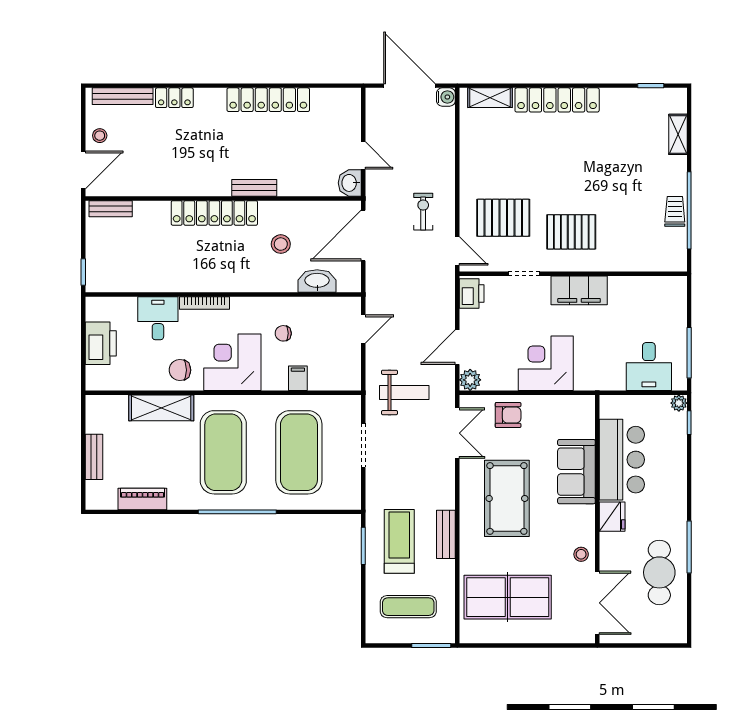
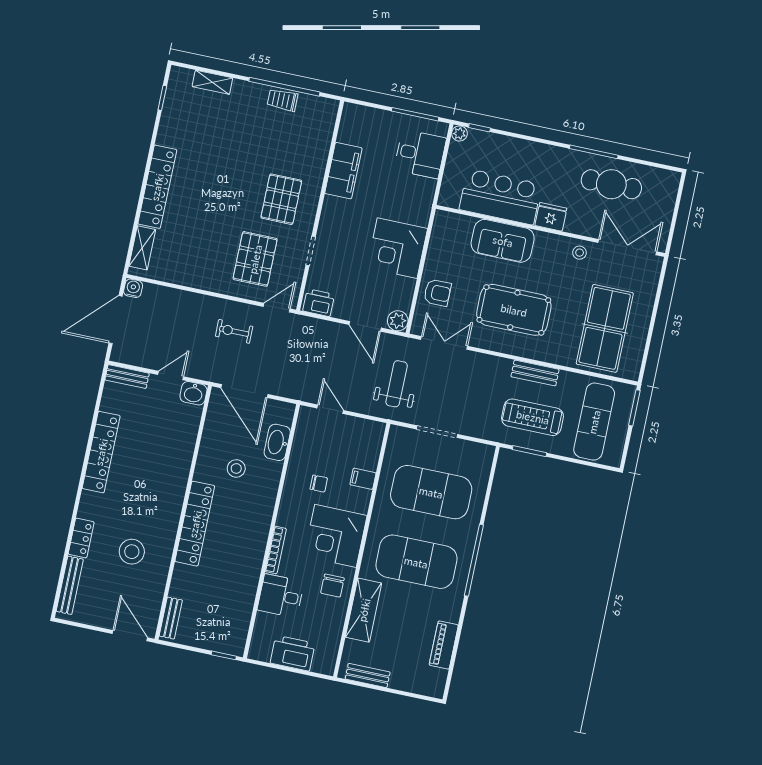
stool: (100, 136) -> (132, 552), moved, width x1.89, depth x1.89
bench: (254, 188) -> (127, 377), moved, turned 90
filing cabinet: (579, 290) -> (343, 171), moved
chair: (283, 333) -> (319, 484), turned -90
armchair: (508, 415) -> (437, 293), turned 90
bench: (94, 457) -> (368, 675), moved
exercise mat: (408, 607) -> (594, 422), width x1.36, depth x1.45

